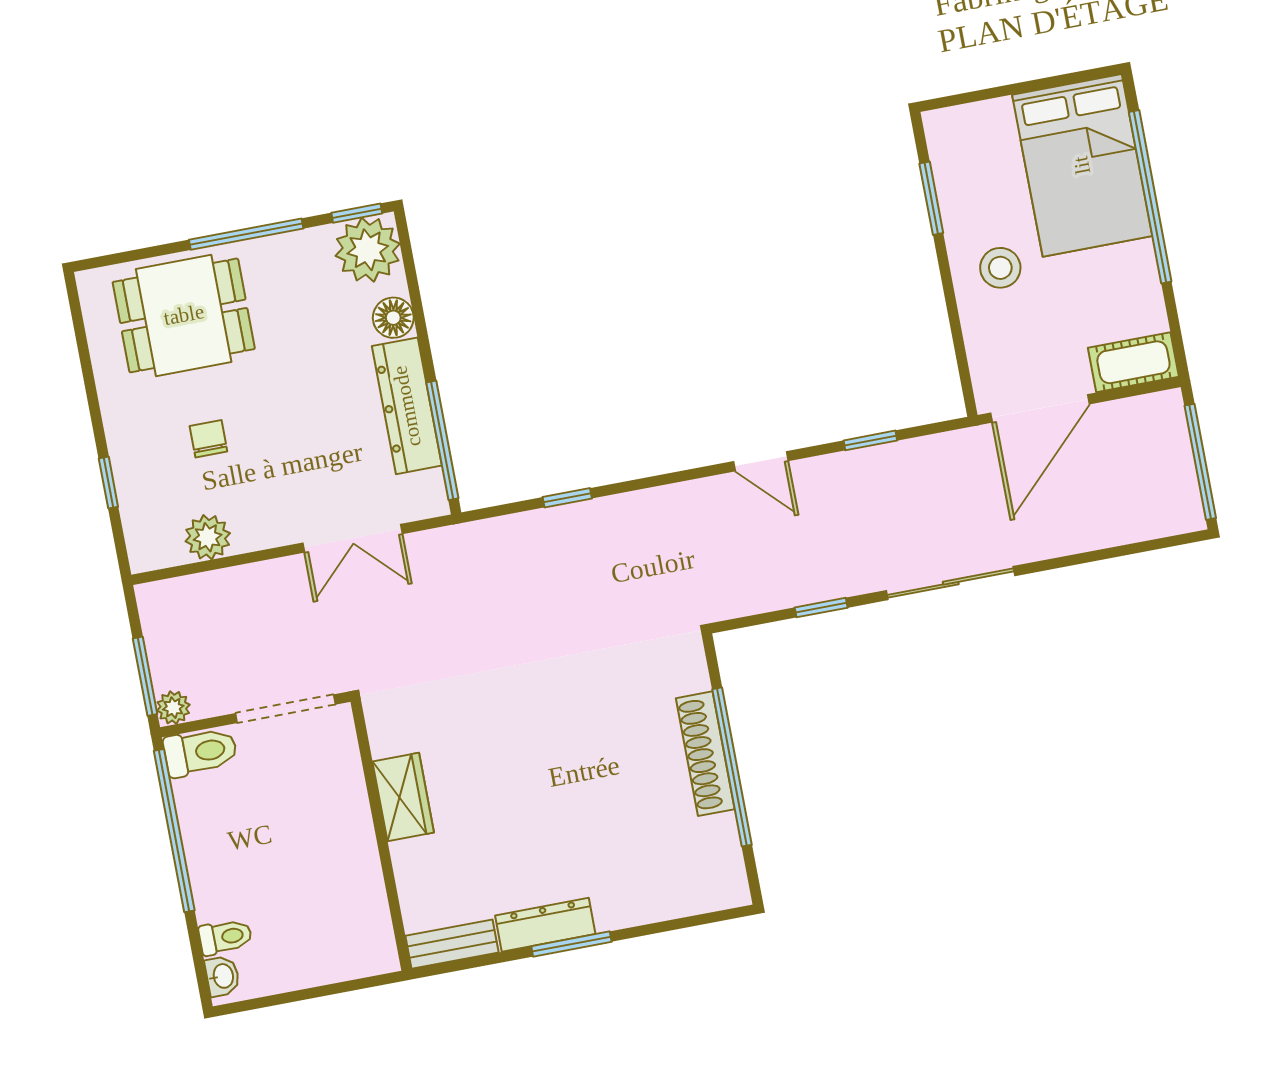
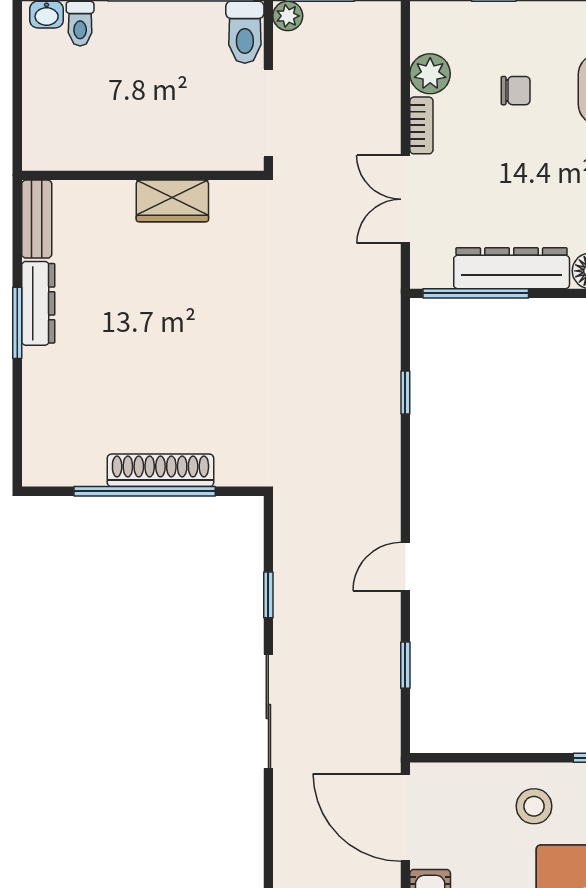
bookcase: (267, 536) -> (421, 125), added

